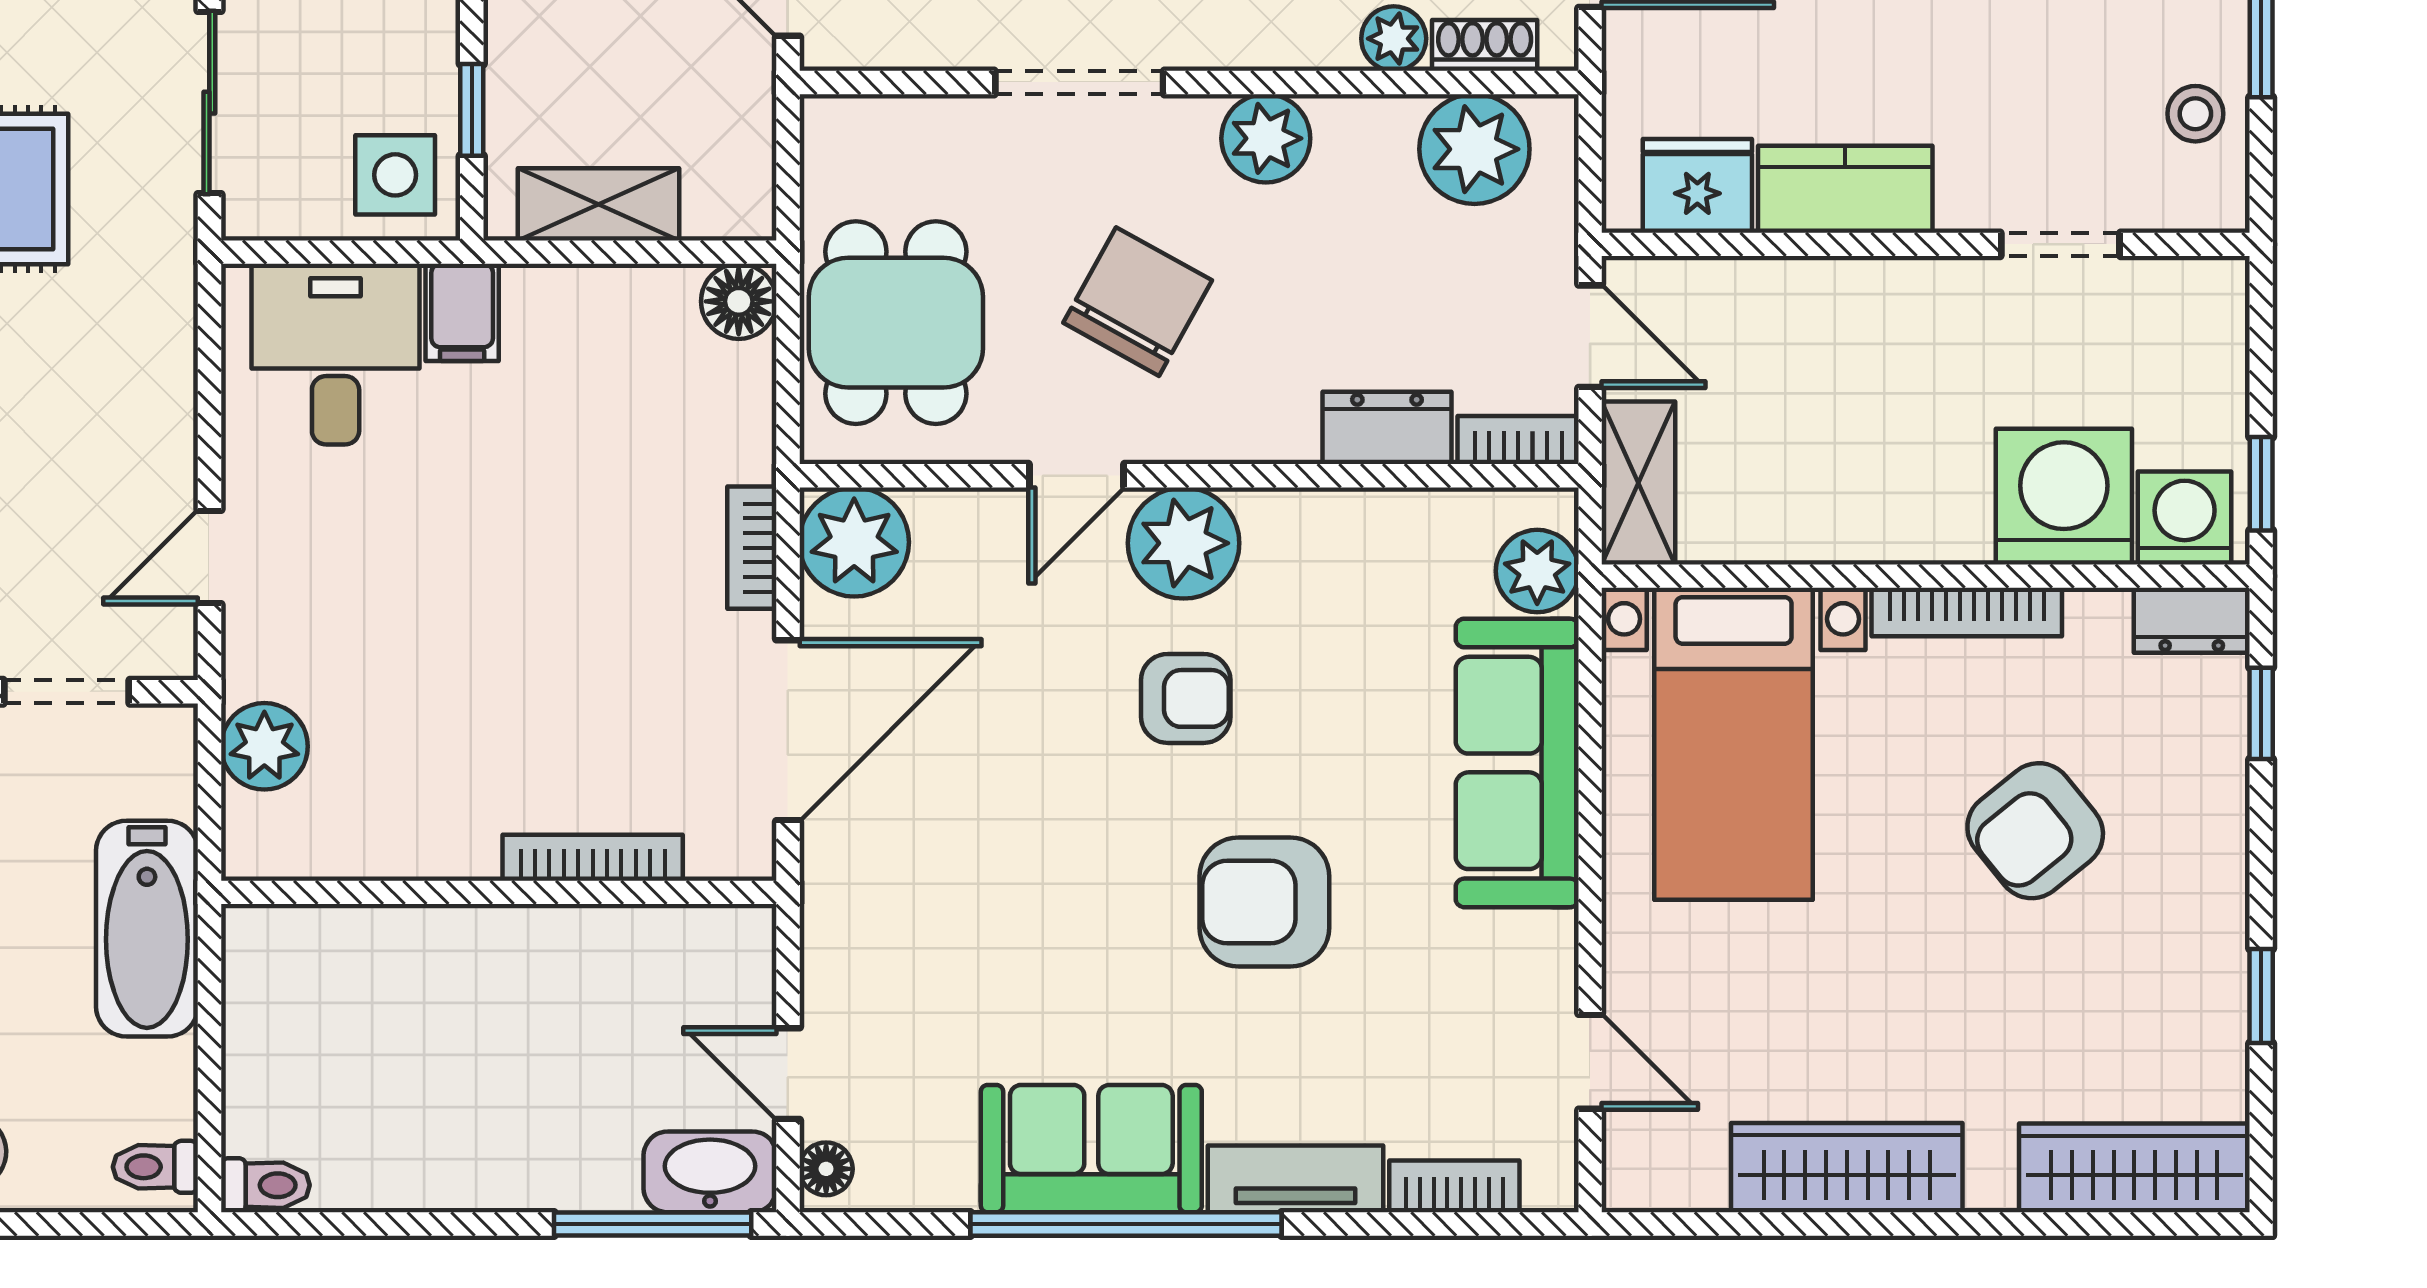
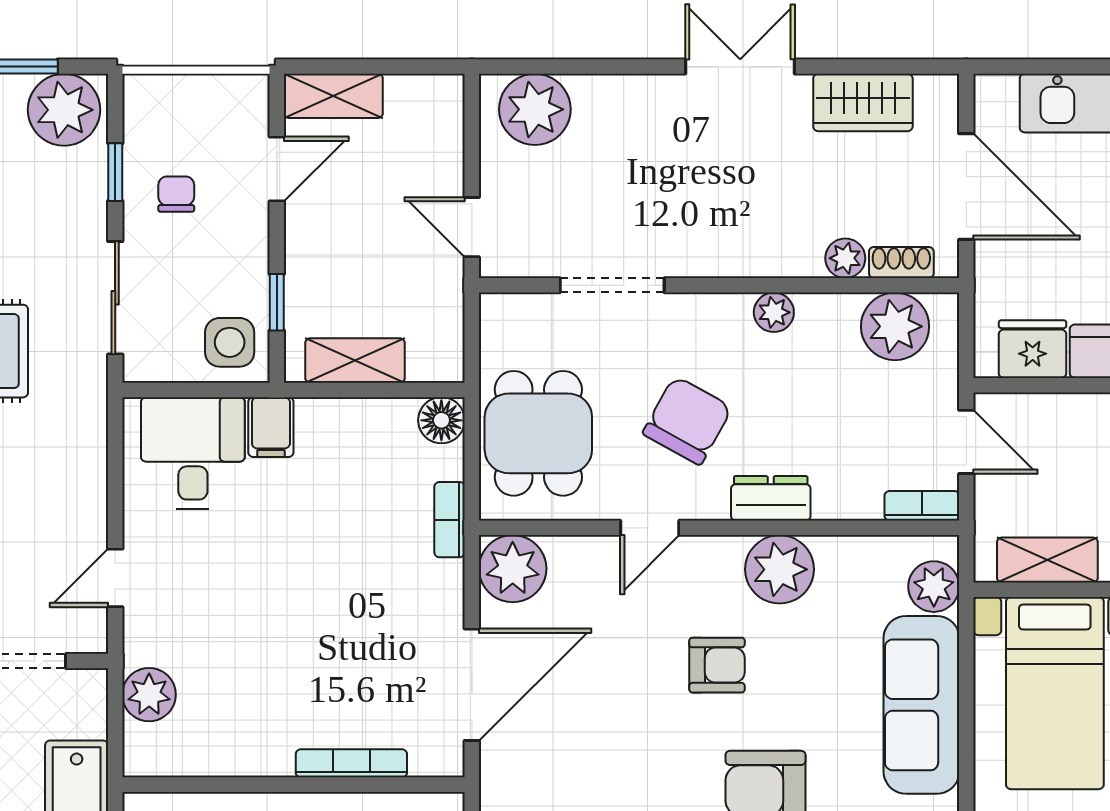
doorway: (1079, 82) -> (612, 285), moved
plant: (1266, 138) -> (774, 312), width x0.73, depth x0.73
dresser: (1387, 428) -> (771, 498), moved
shelving: (1638, 483) -> (1047, 560), moved, turned 90
plant: (1184, 543) -> (780, 569), moved
bookcase: (752, 548) -> (450, 520), moved

